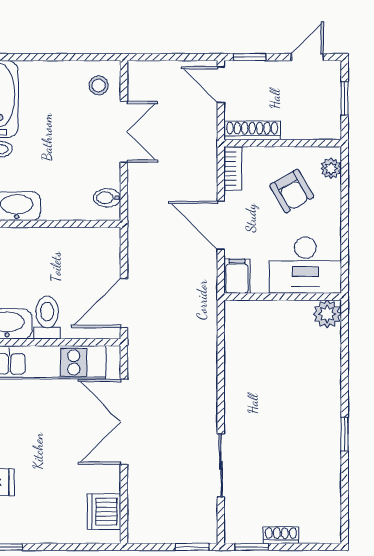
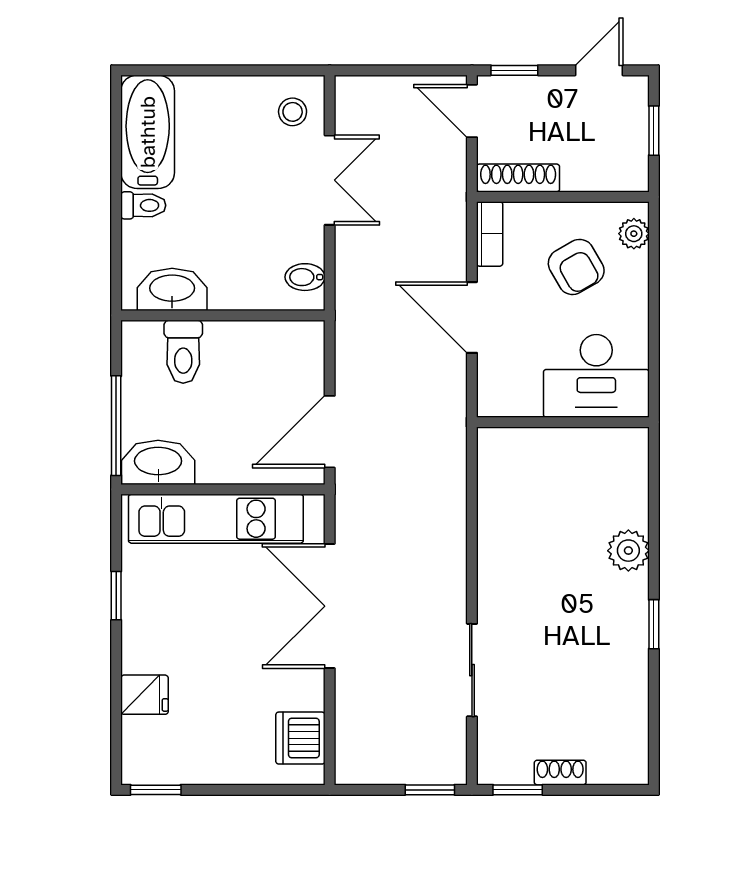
filing cabinet: (237, 276) -> (496, 392), removed
plant: (327, 314) -> (628, 551), moved
toilet: (47, 318) -> (183, 352), moved, turned 180

